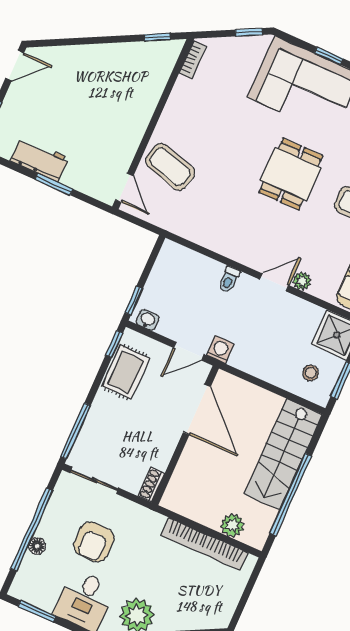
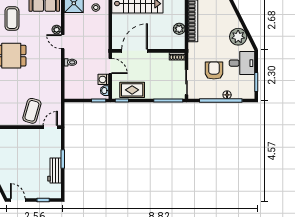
washing machine: (220, 350) -> (103, 79), moved
plant: (232, 525) -> (179, 29), moved
armchair: (94, 542) -> (214, 70), turned -90

